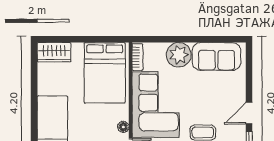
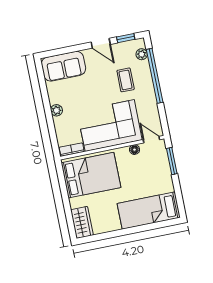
plant: (179, 55) -> (57, 110), width x0.53, depth x0.53
sofa: (216, 56) -> (63, 66), moved, turned 90

